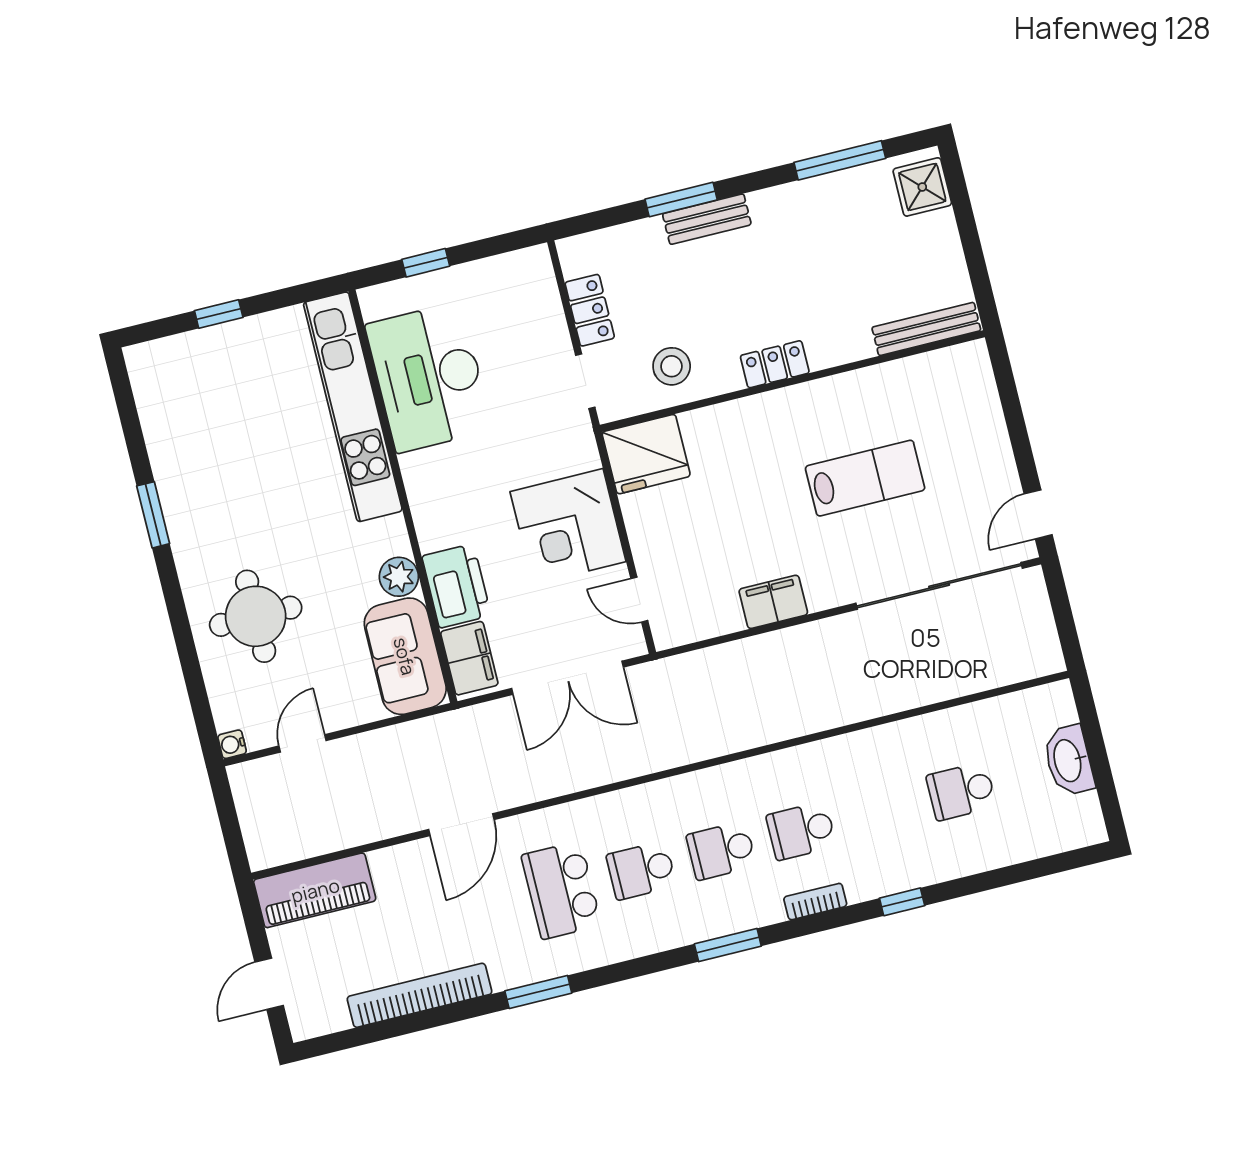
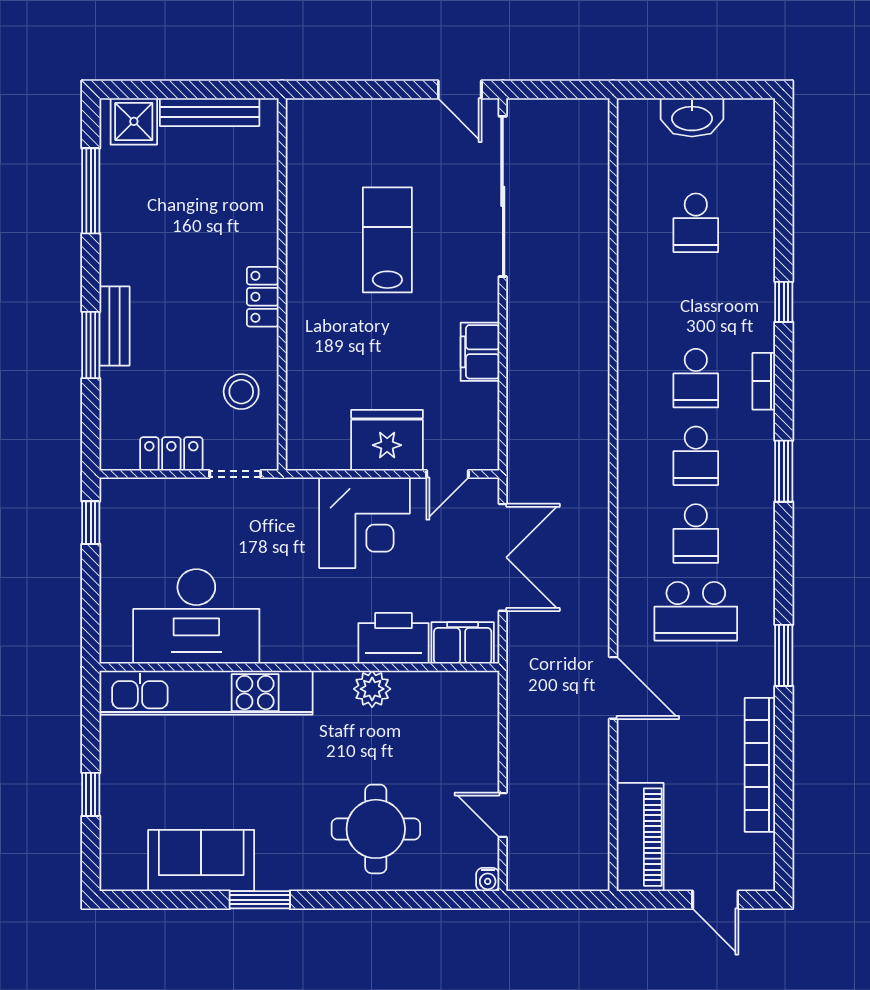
window: (426, 263) -> (91, 523), moved
bench: (926, 329) -> (210, 112), moved, turned 90
fridge: (646, 454) -> (387, 440), moved, turned -90
sofa: (405, 656) -> (201, 861), moved, turned 180

